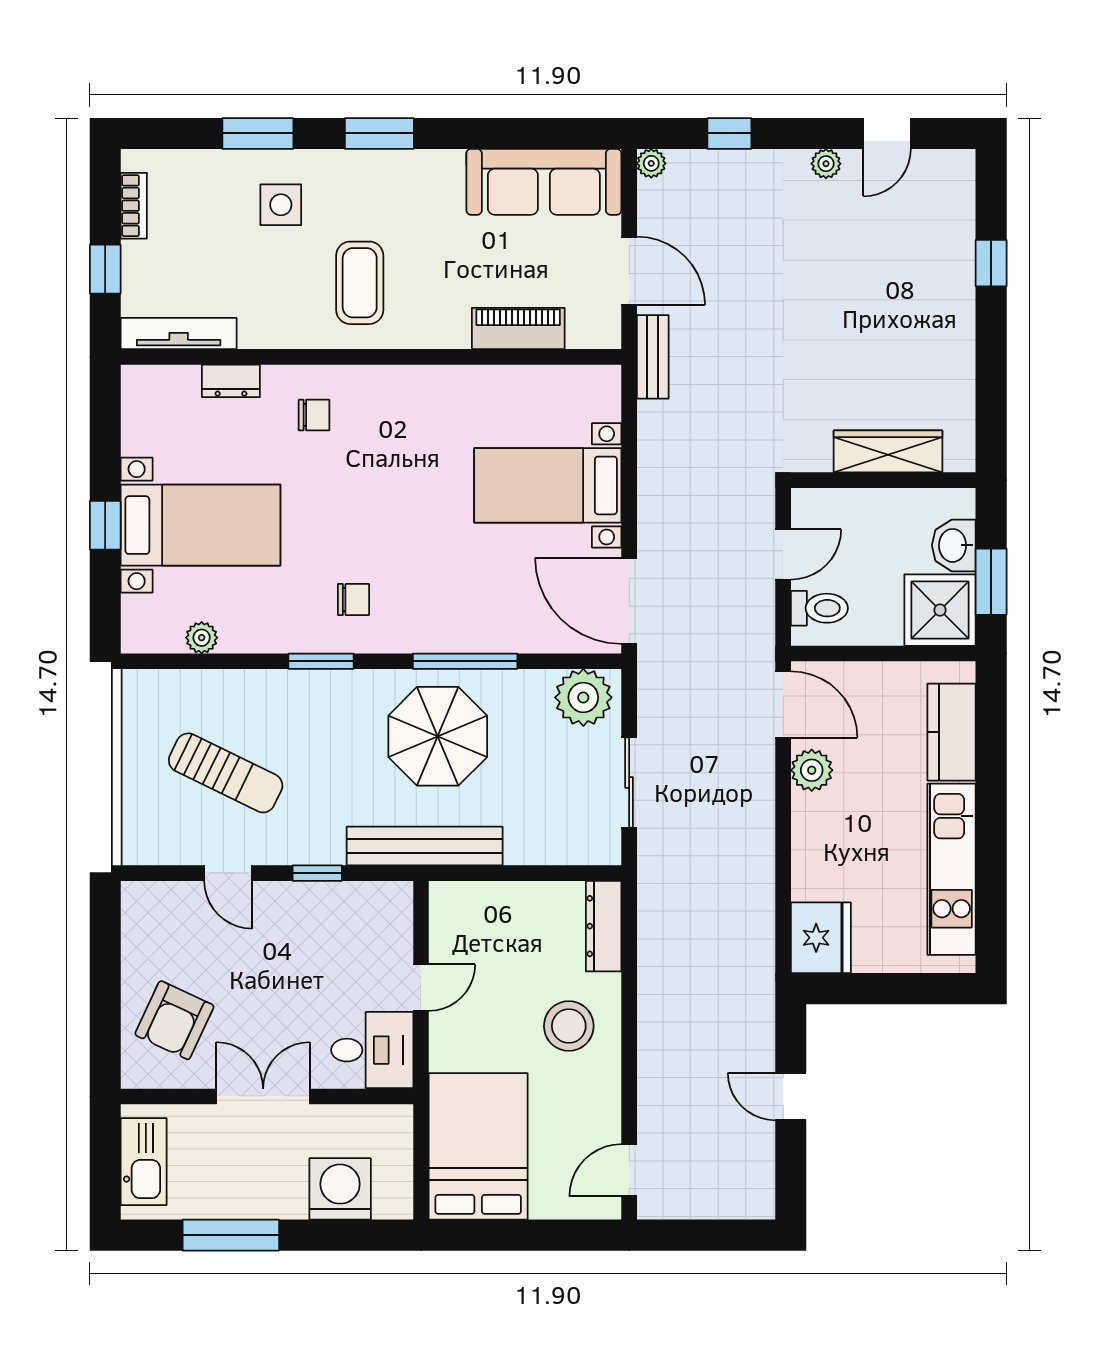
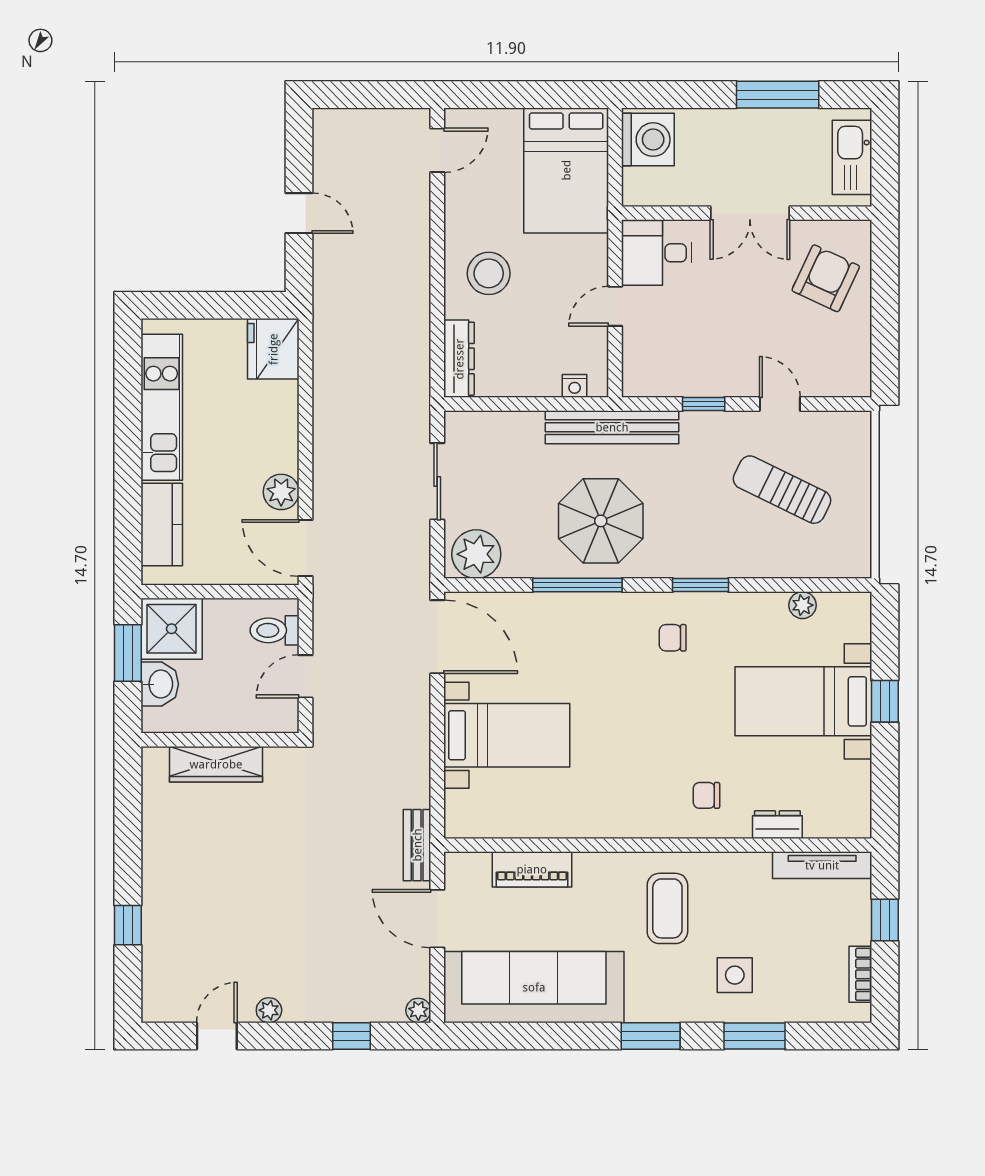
sofa: (544, 182) -> (534, 987), width x1.36, depth x1.27
nightstand: (468, 894) -> (575, 386), added
washing machine: (340, 1189) -> (648, 140), moved, turned -90

